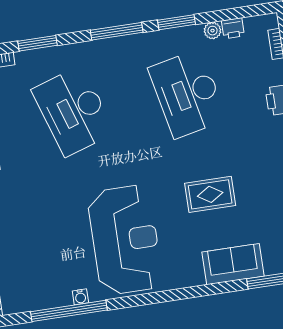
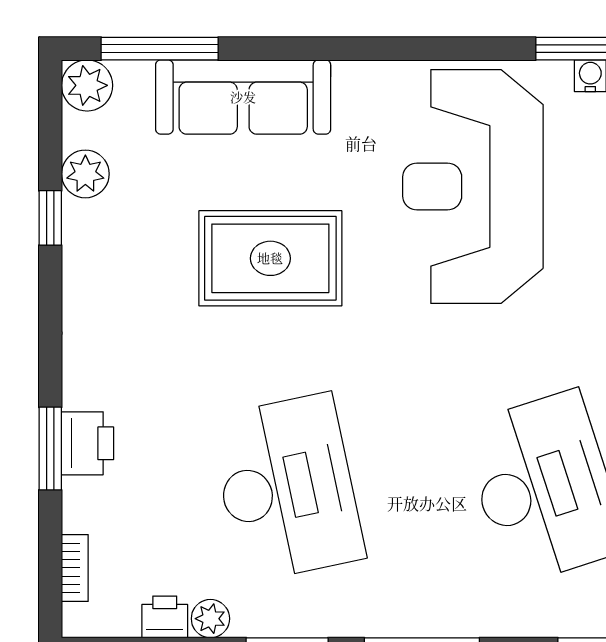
rug: (210, 194) -> (270, 258), width x1.36, depth x1.43
sofa: (233, 264) -> (243, 97), width x1.36

